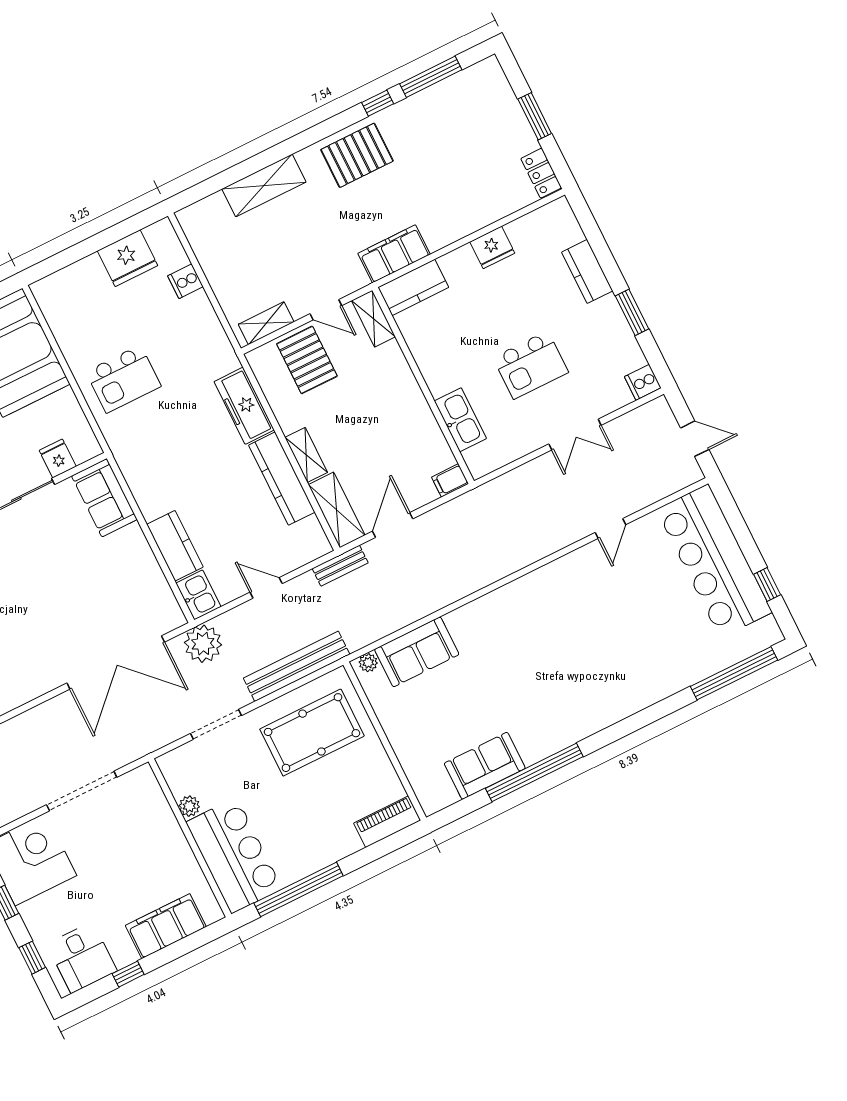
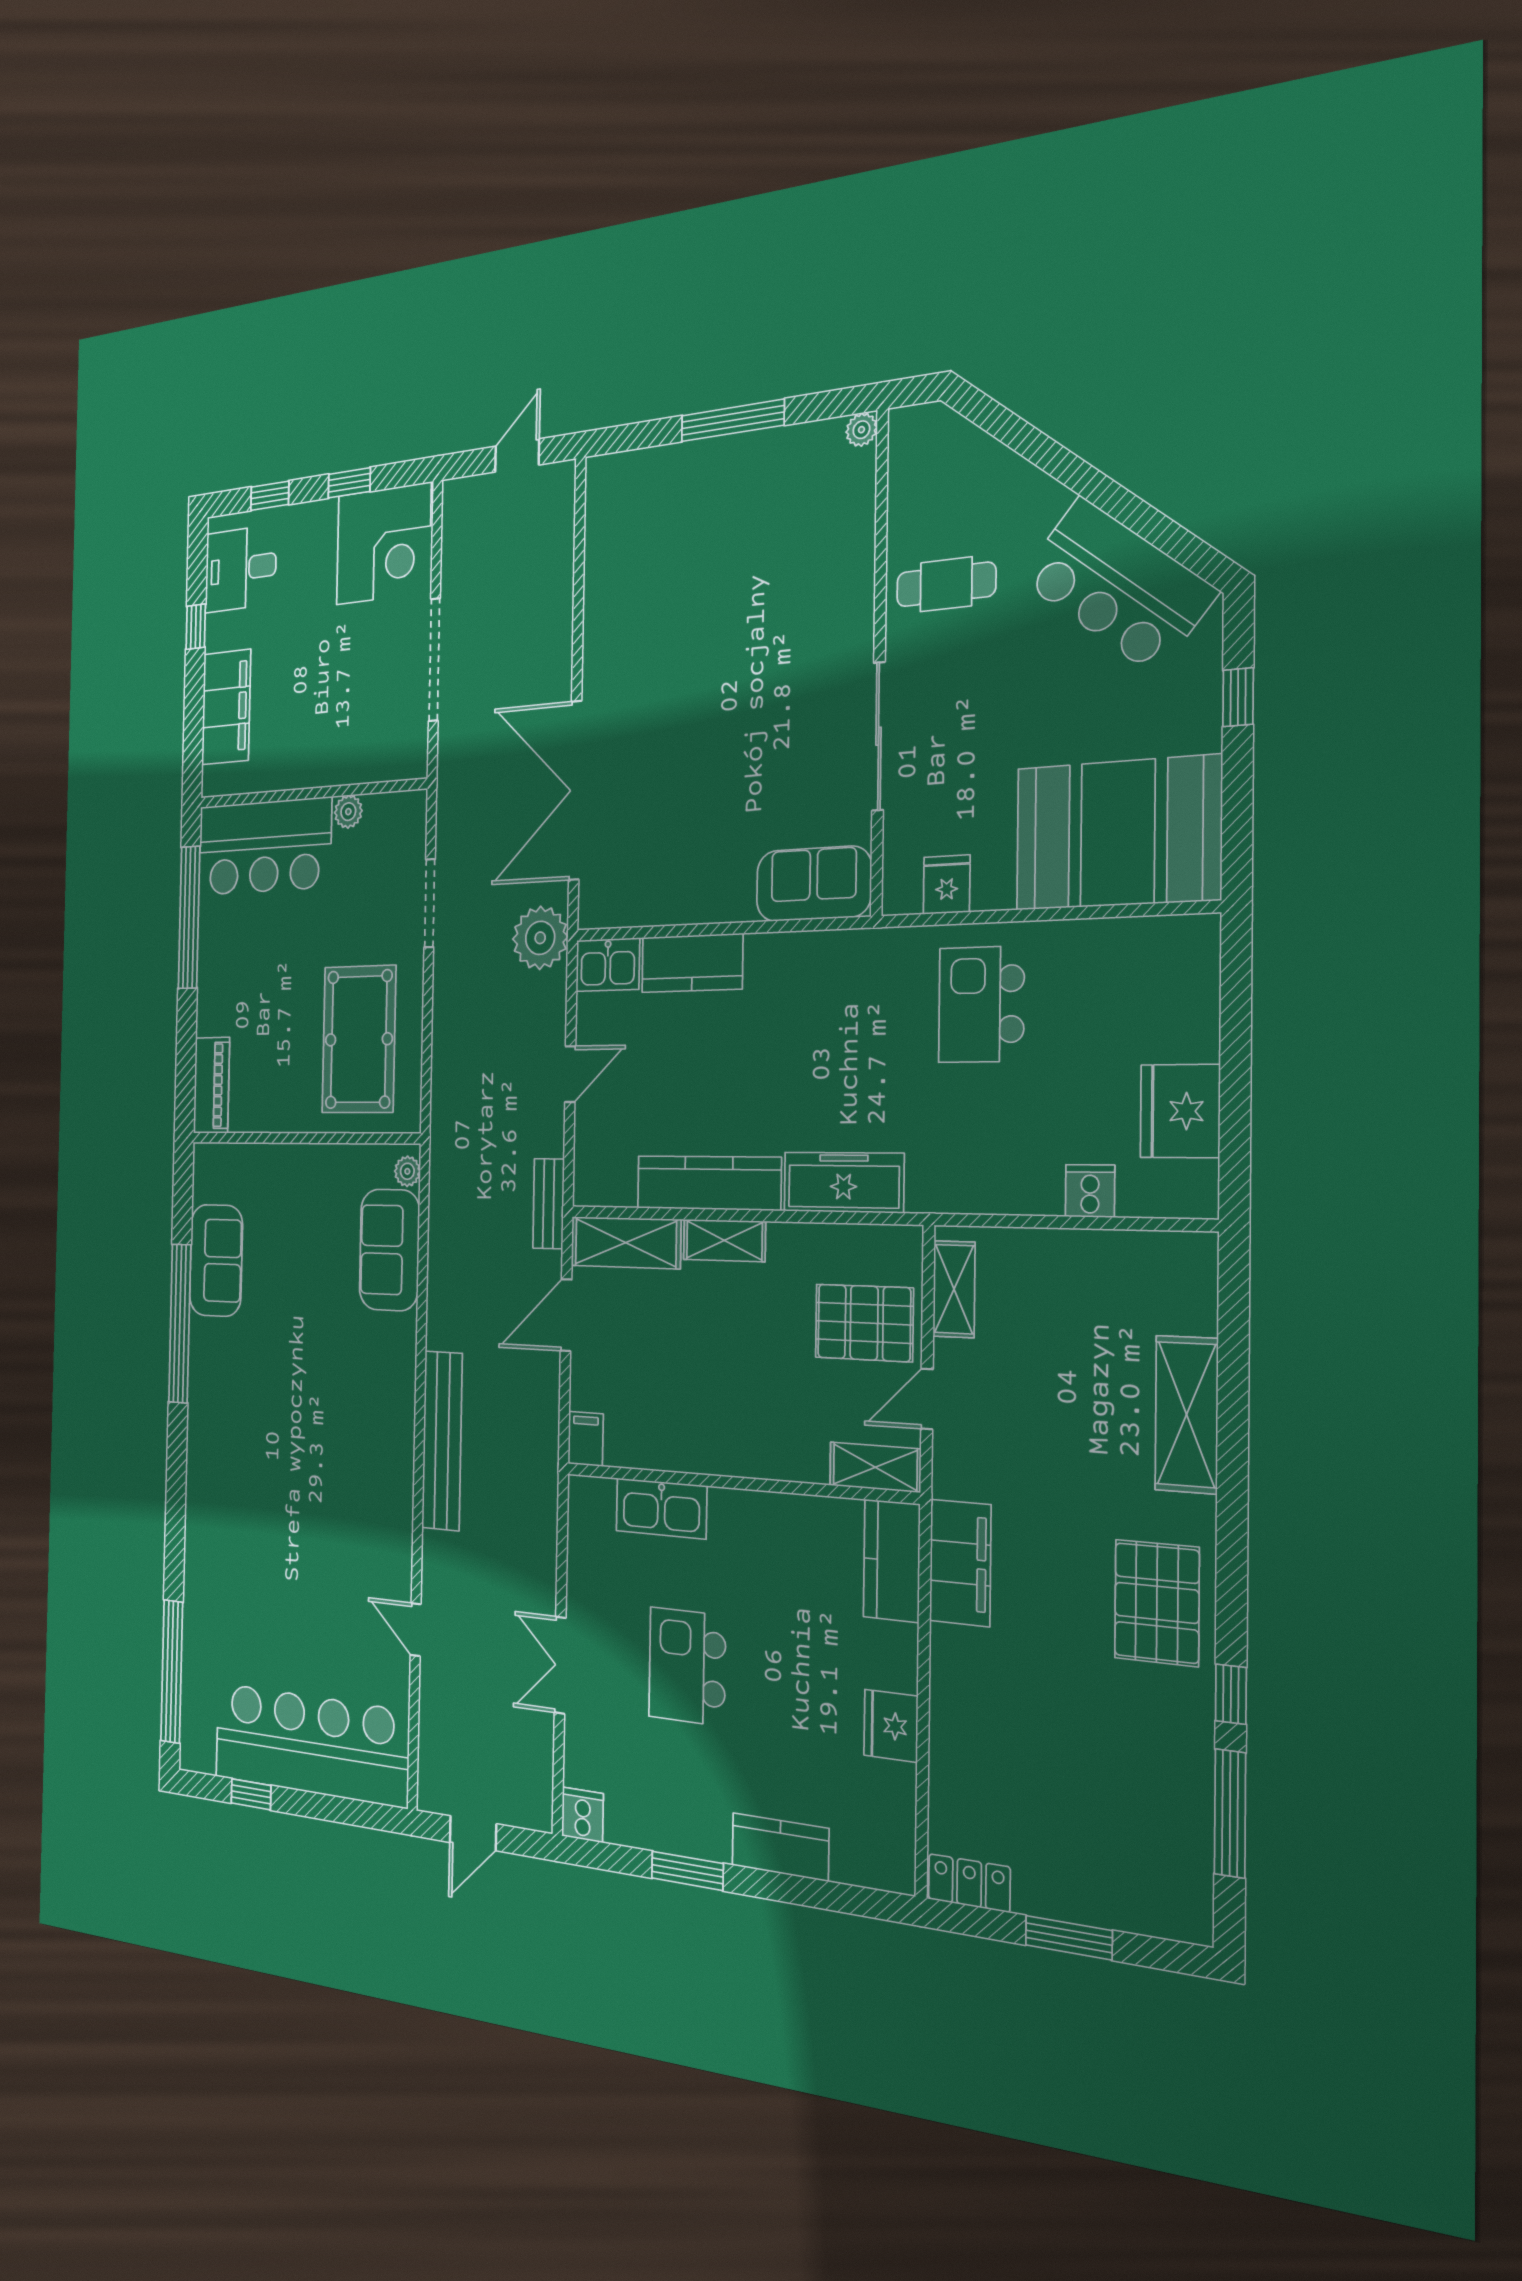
fridge: (58, 458) -> (947, 885), moved, turned -90
door: (393, 525) -> (566, 1315), swing flipped
bench: (297, 666) -> (442, 1441), moved

